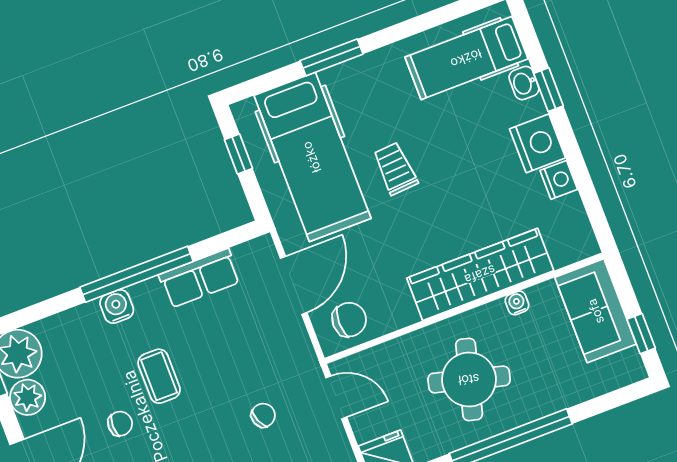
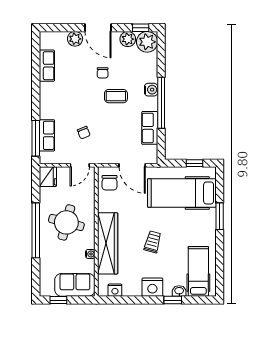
trolley: (395, 169) -> (153, 242), moved, turned -71
nightstand: (559, 180) -> (115, 290), moved

